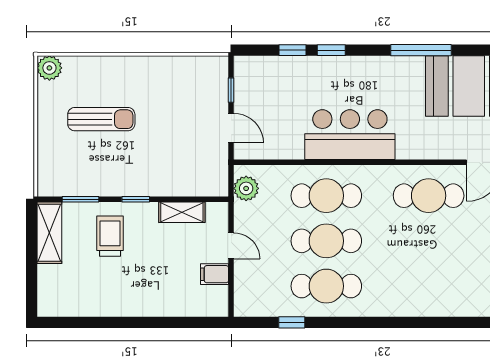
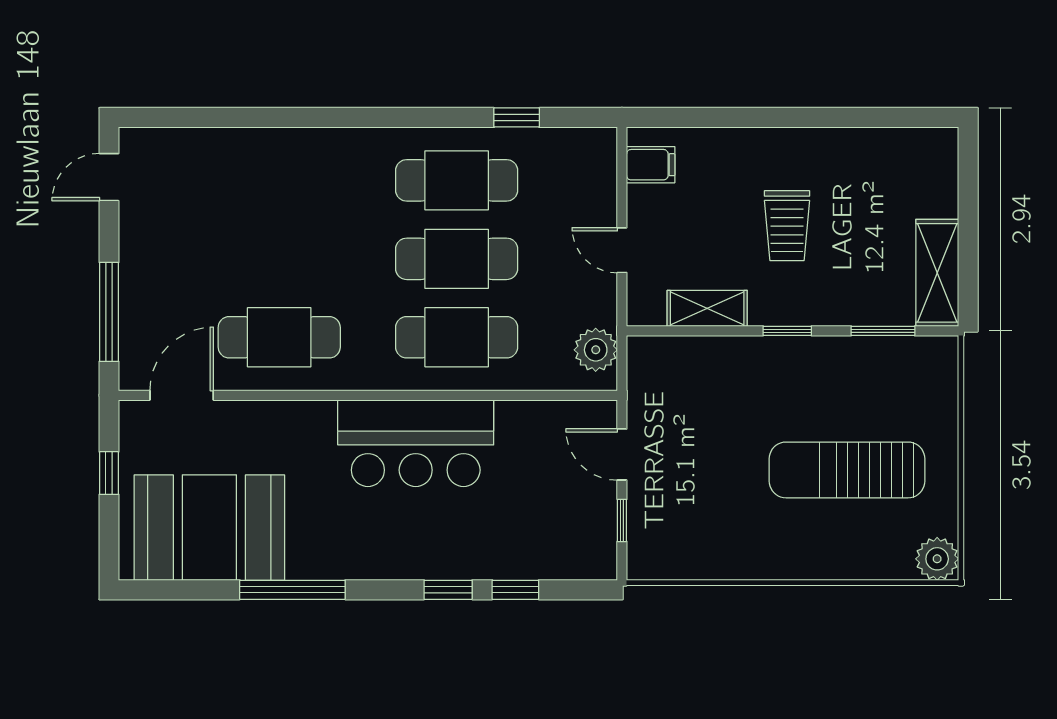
sun lounger: (101, 119) -> (847, 470), width x1.36, depth x1.34
trolley: (110, 236) -> (787, 226), moved
filing cabinet: (214, 274) -> (651, 165), moved

